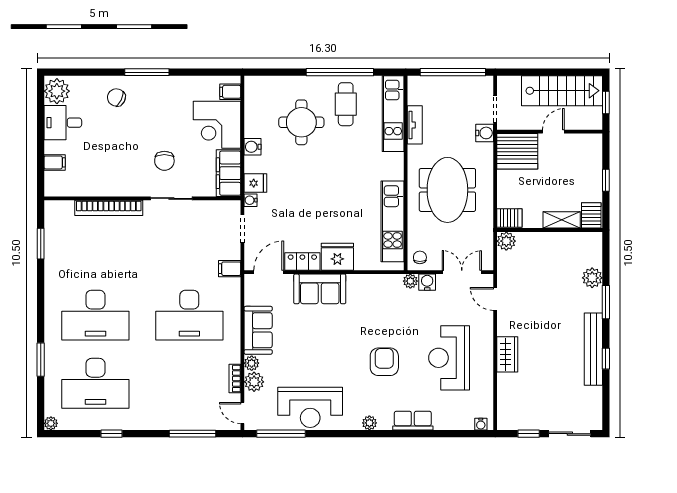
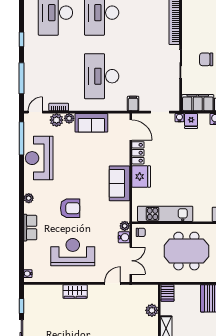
plant: (506, 241) -> (152, 310), moved
sofa: (320, 289) -> (119, 183), moved
window: (111, 434) -> (21, 39), moved

